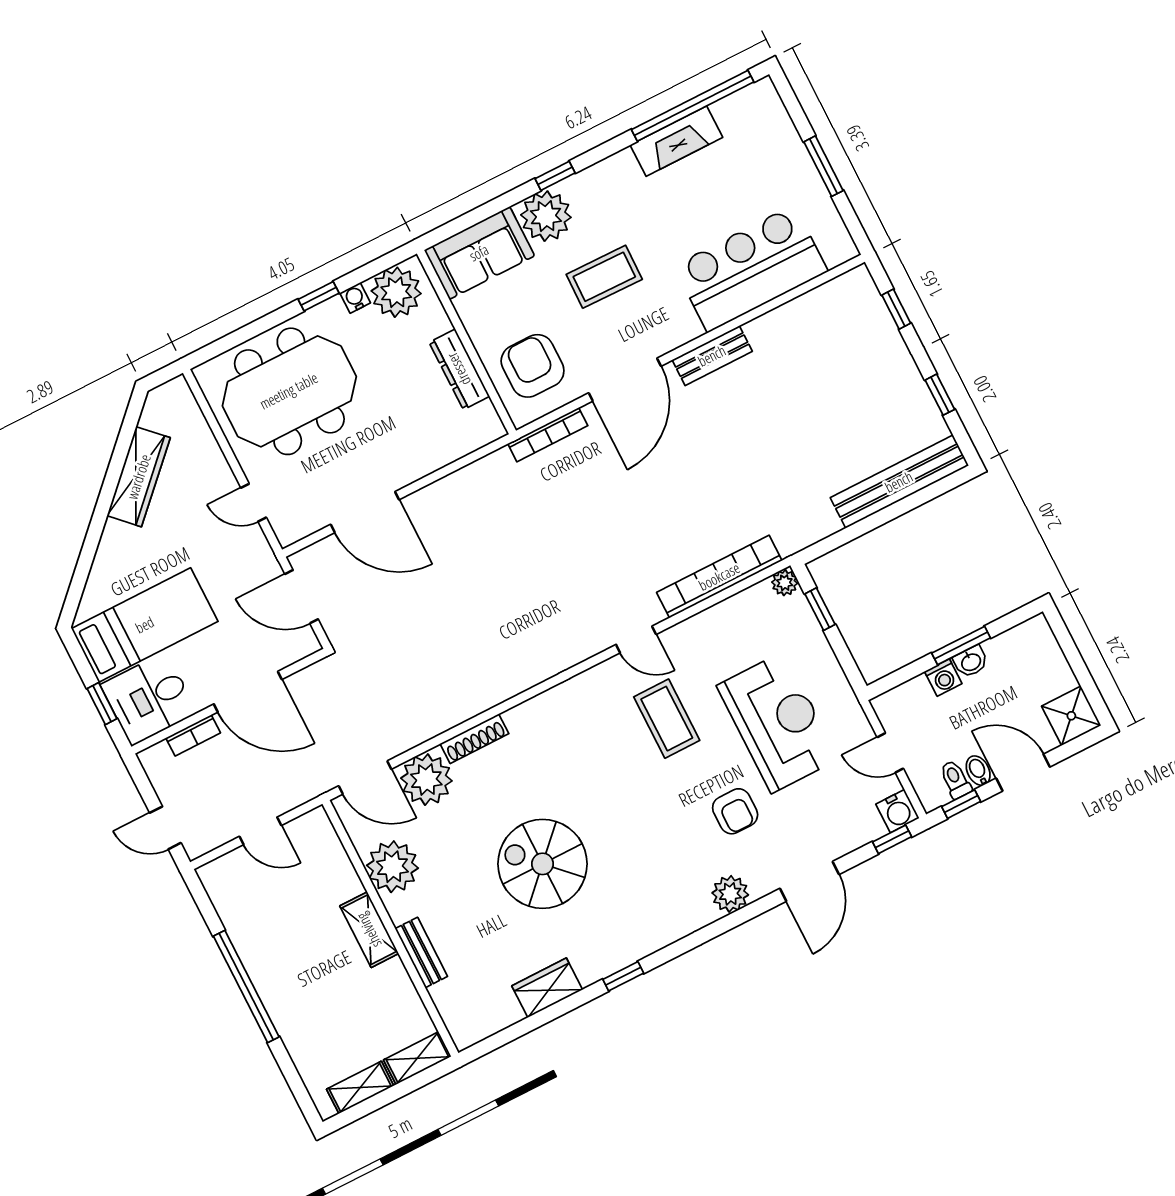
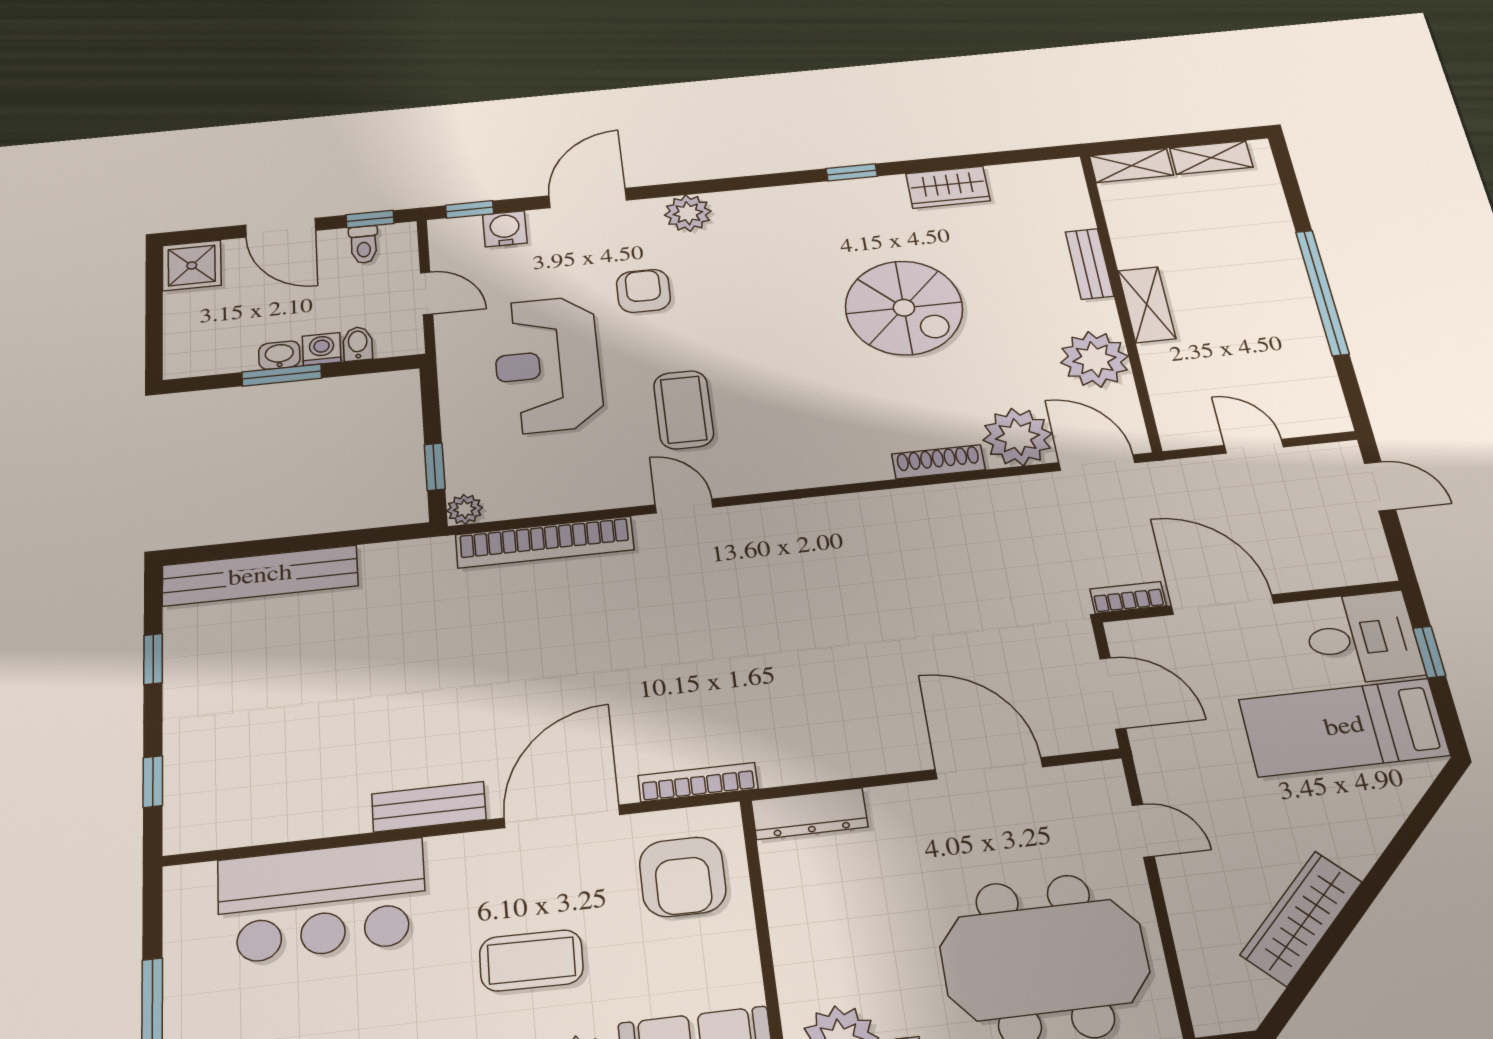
dresser: (459, 369) -> (810, 814), moved, turned 90
bookcase: (193, 735) -> (1128, 597), moved
bidet: (978, 771) -> (358, 344), moved, turned 180
water cooler: (897, 811) -> (505, 229), moved

